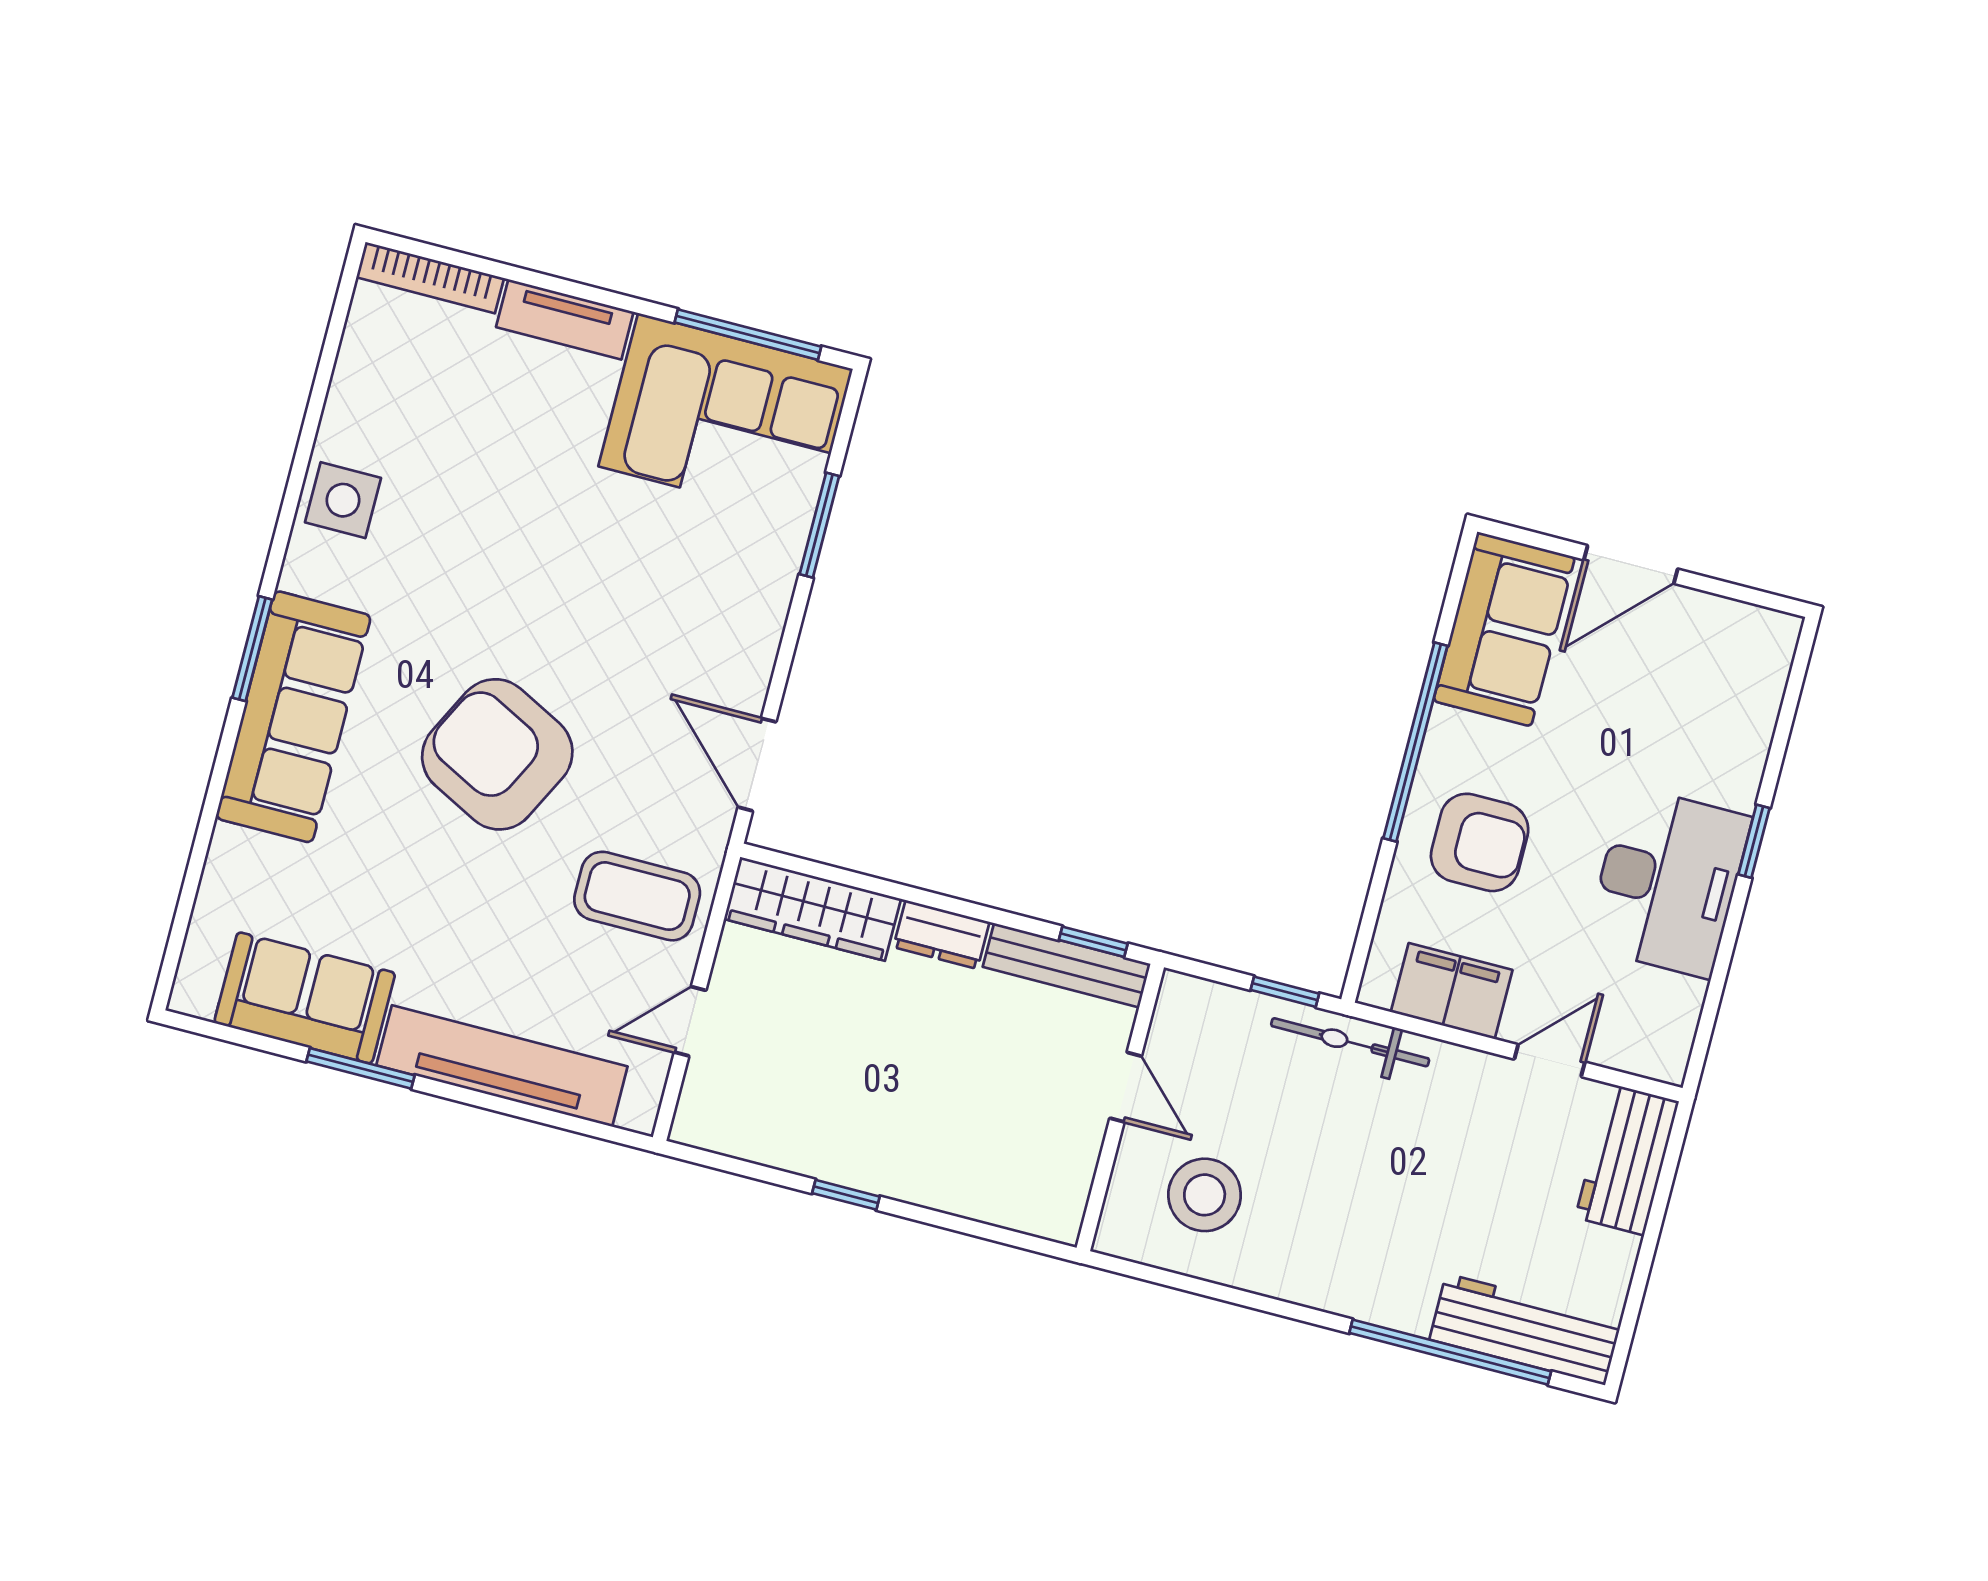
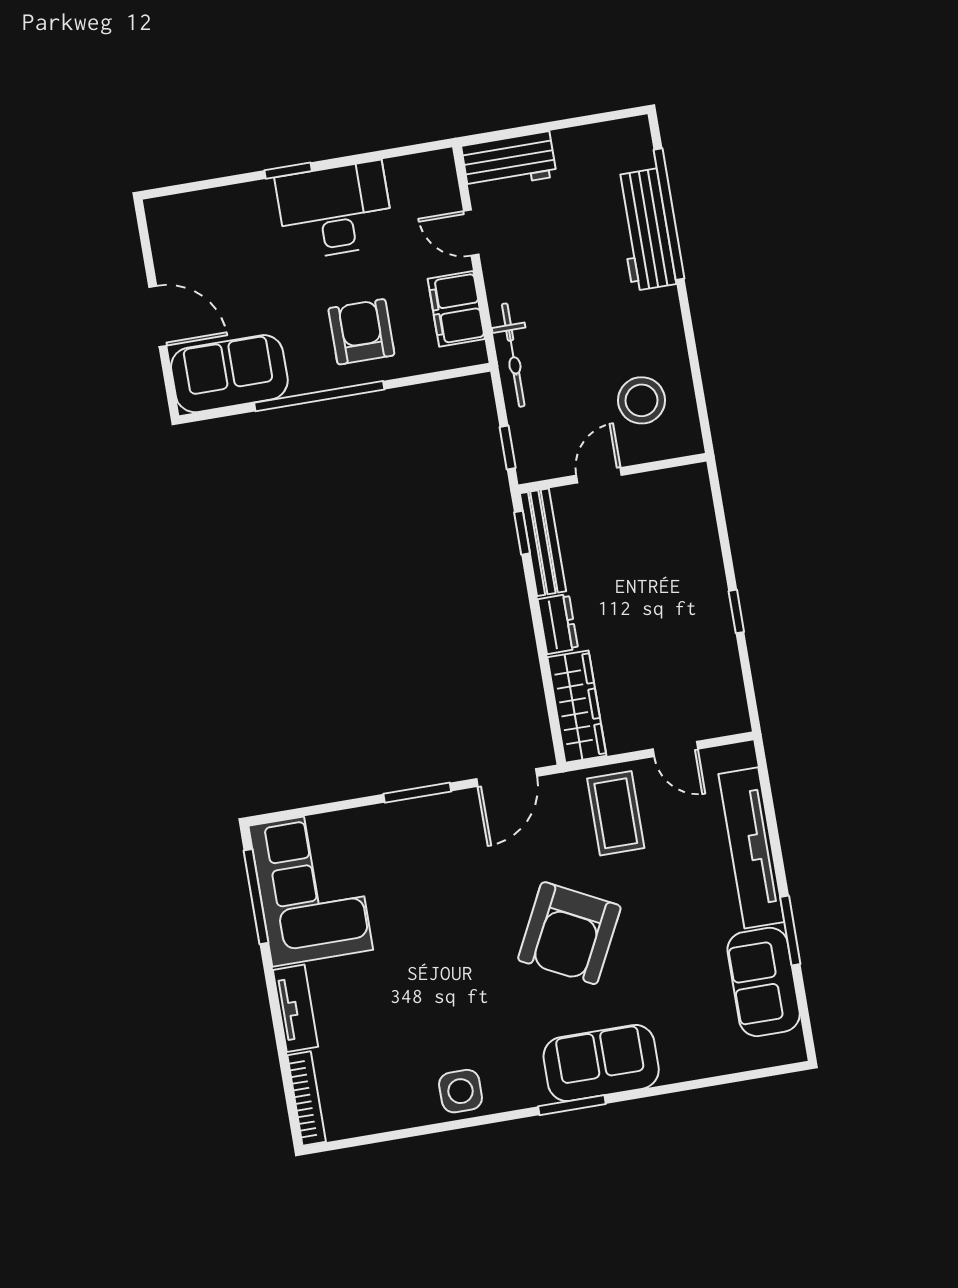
window: (819, 525) -> (417, 793), moved
sofa: (293, 717) -> (601, 1063), width x0.73
window: (1285, 992) -> (508, 448), moved
workbench: (1526, 1329) -> (645, 230), moved

